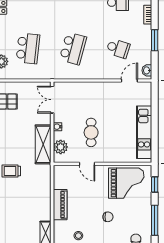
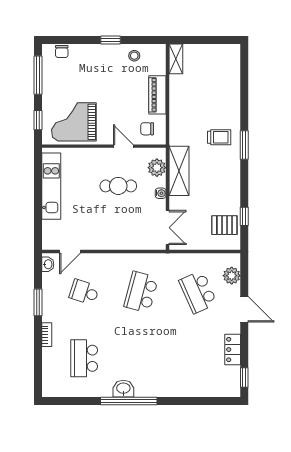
school desk: (28, 48) -> (198, 292), turned -30
cafe table: (91, 132) -> (118, 186), turned 90
chair: (108, 217) -> (147, 129), moved

